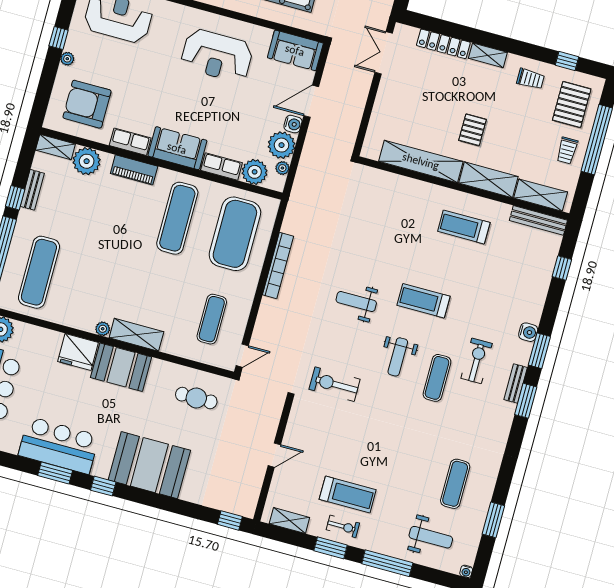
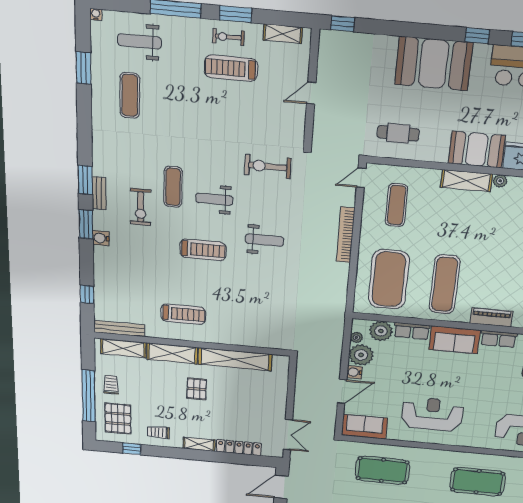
bookcase: (278, 266) -> (346, 235), moved
weight bench: (398, 357) -> (214, 199), turned -90
exercise bike: (335, 384) -> (268, 166), turned 180

